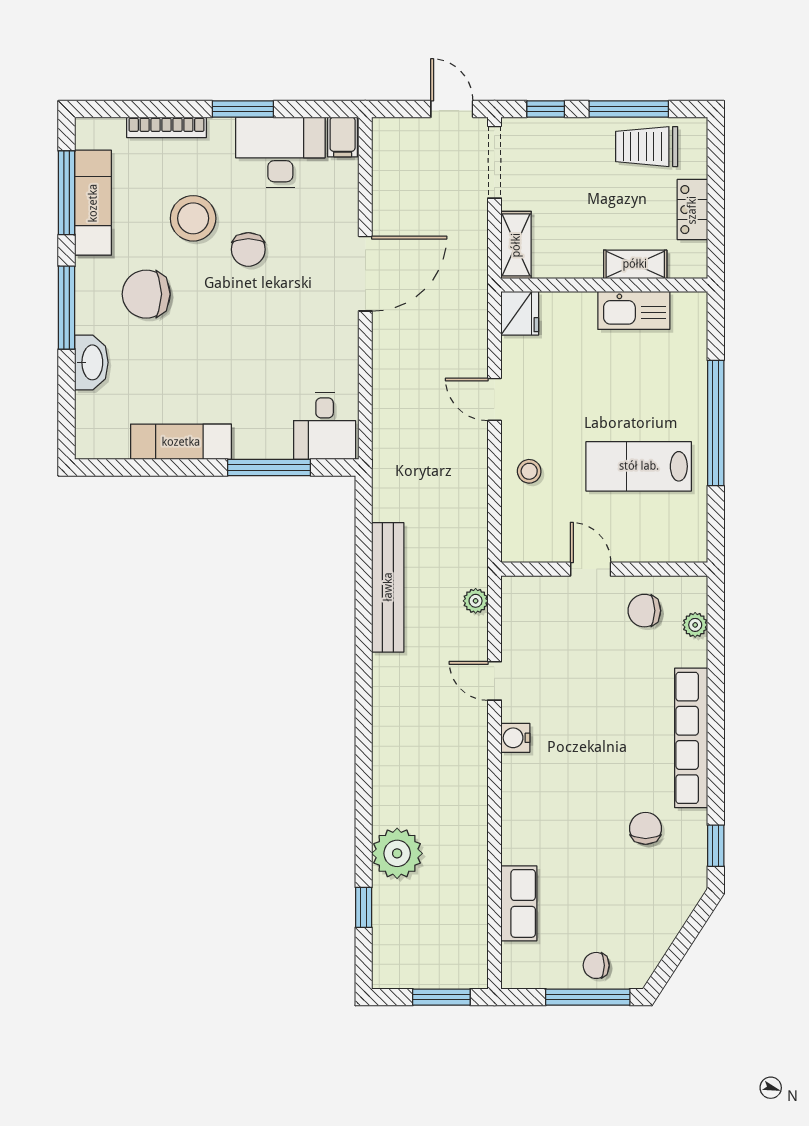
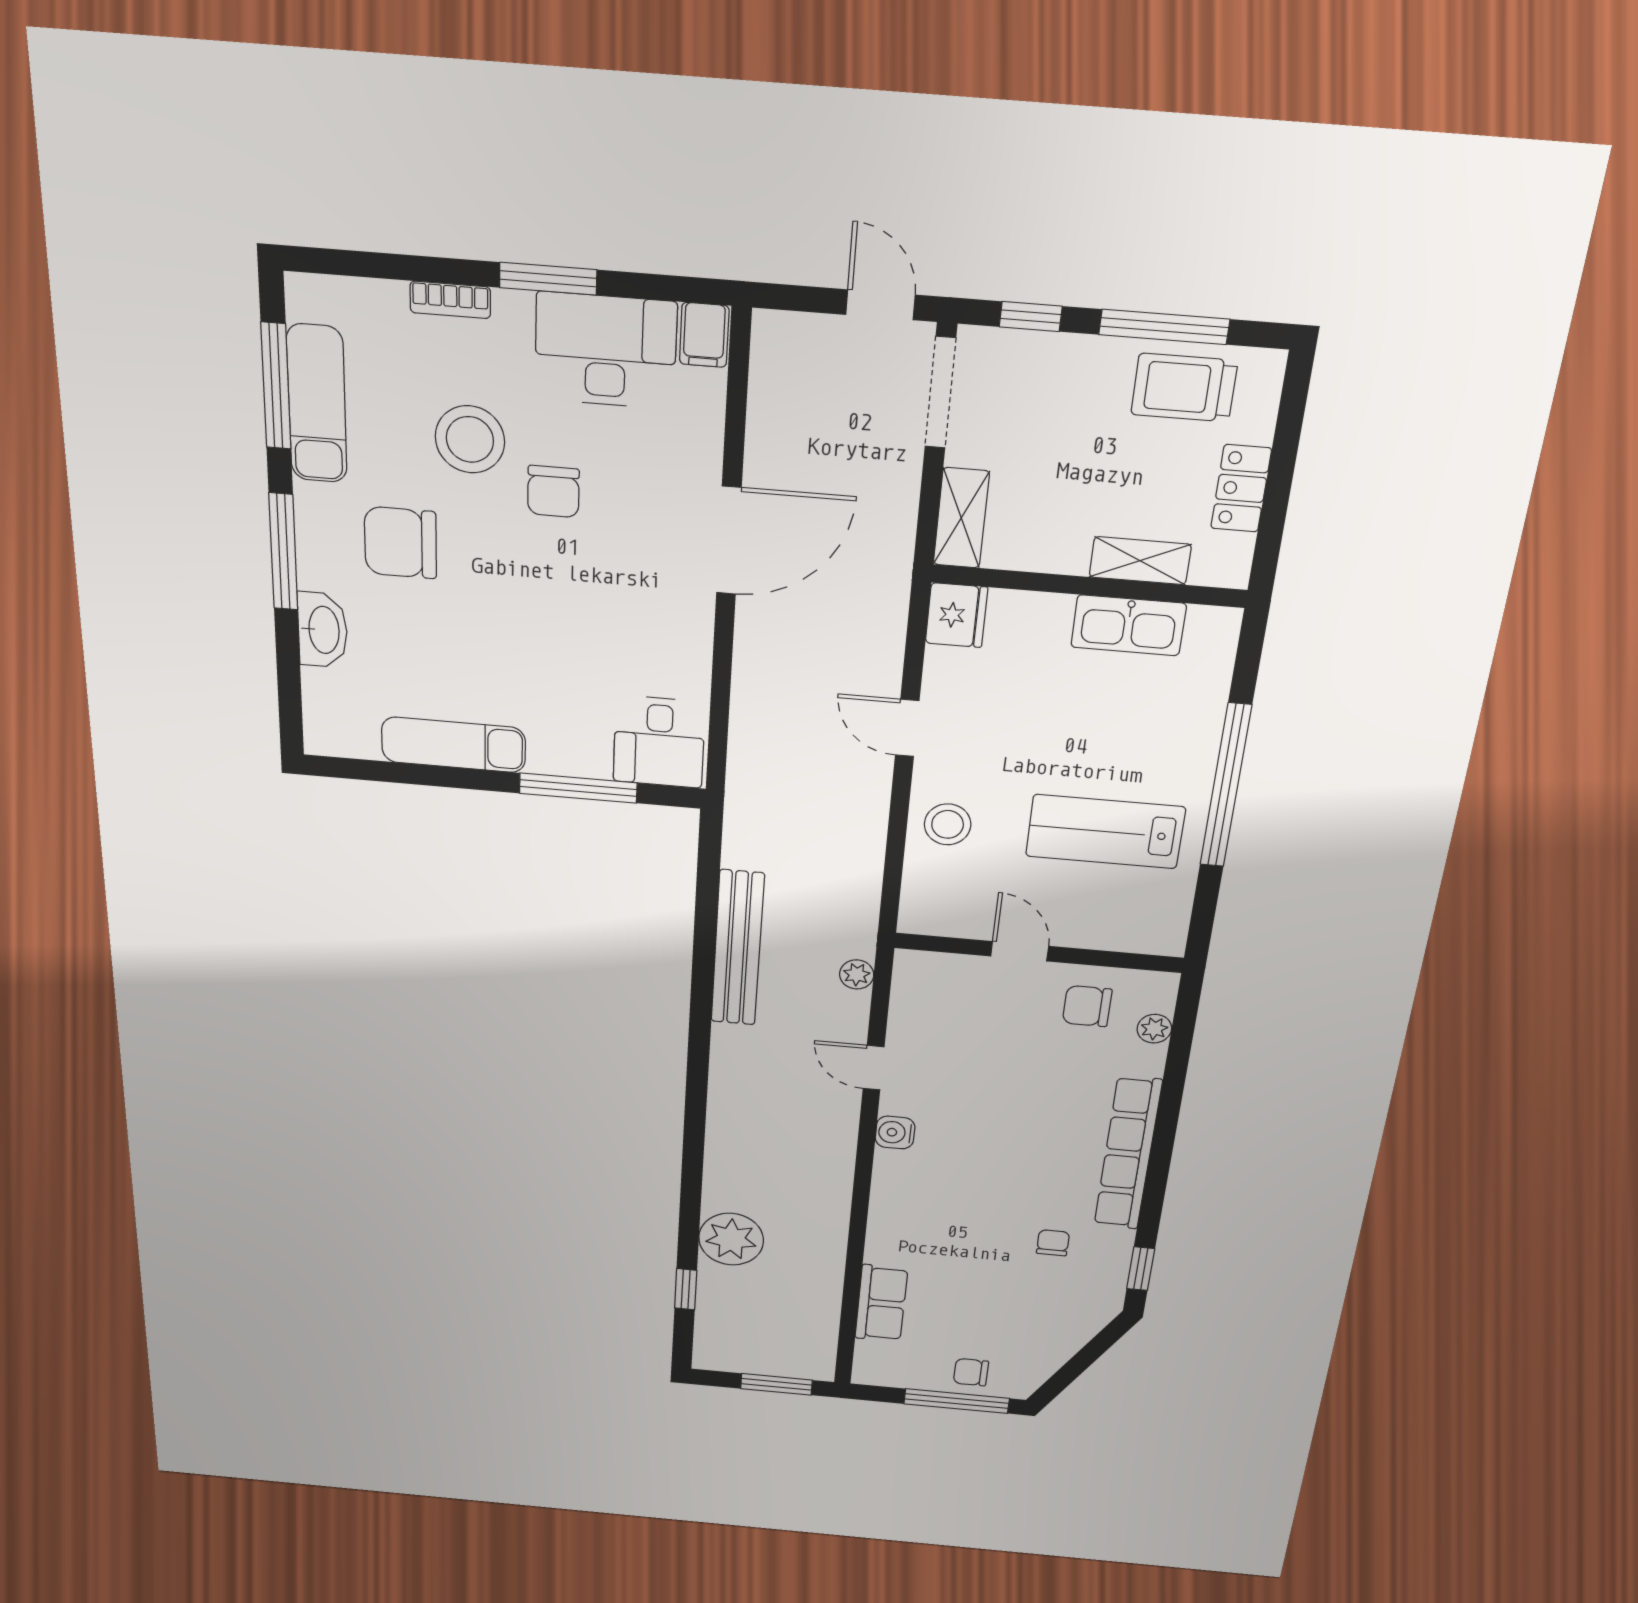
bookcase: (166, 127) -> (450, 300), width x0.64
stool: (529, 471) -> (948, 824), width x1.37, depth x1.37
chair: (646, 828) -> (1053, 1243), width x0.73, depth x0.73

